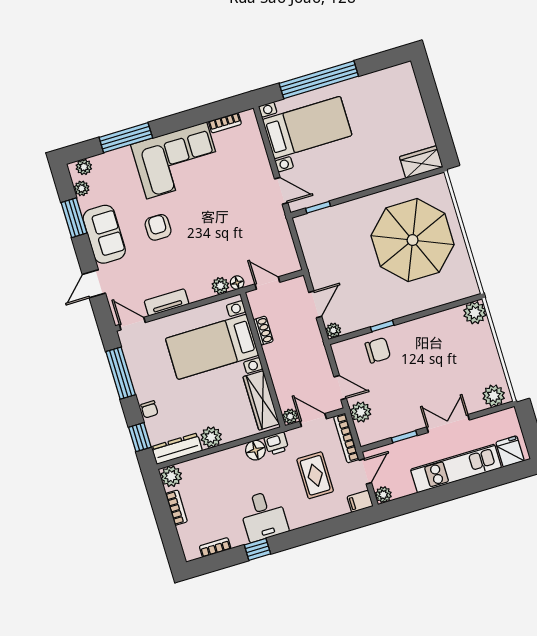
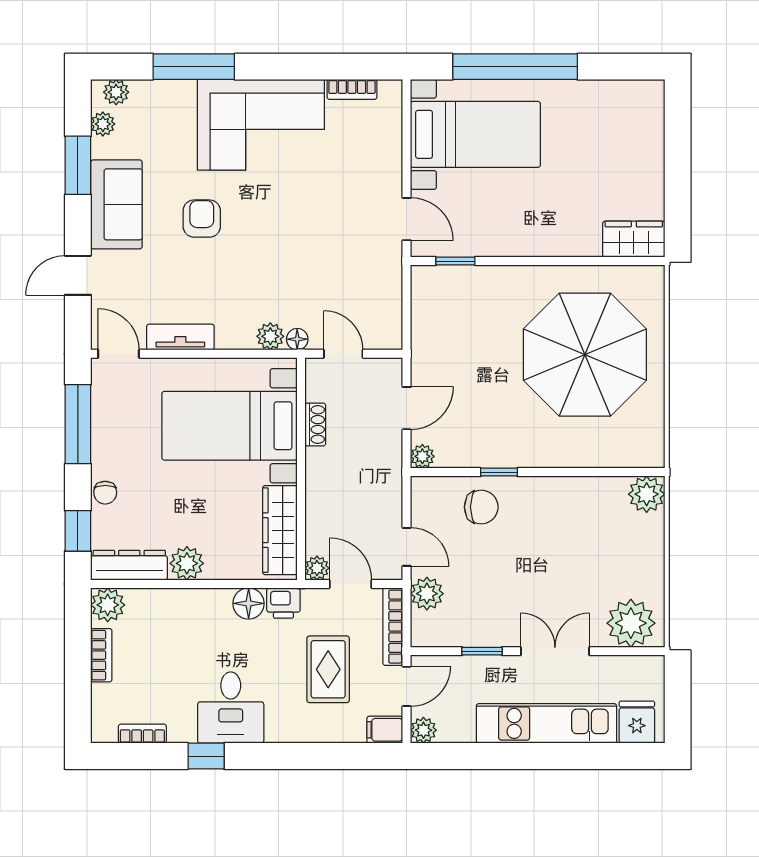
plant: (494, 396) -> (631, 623), width x1.36, depth x1.36

